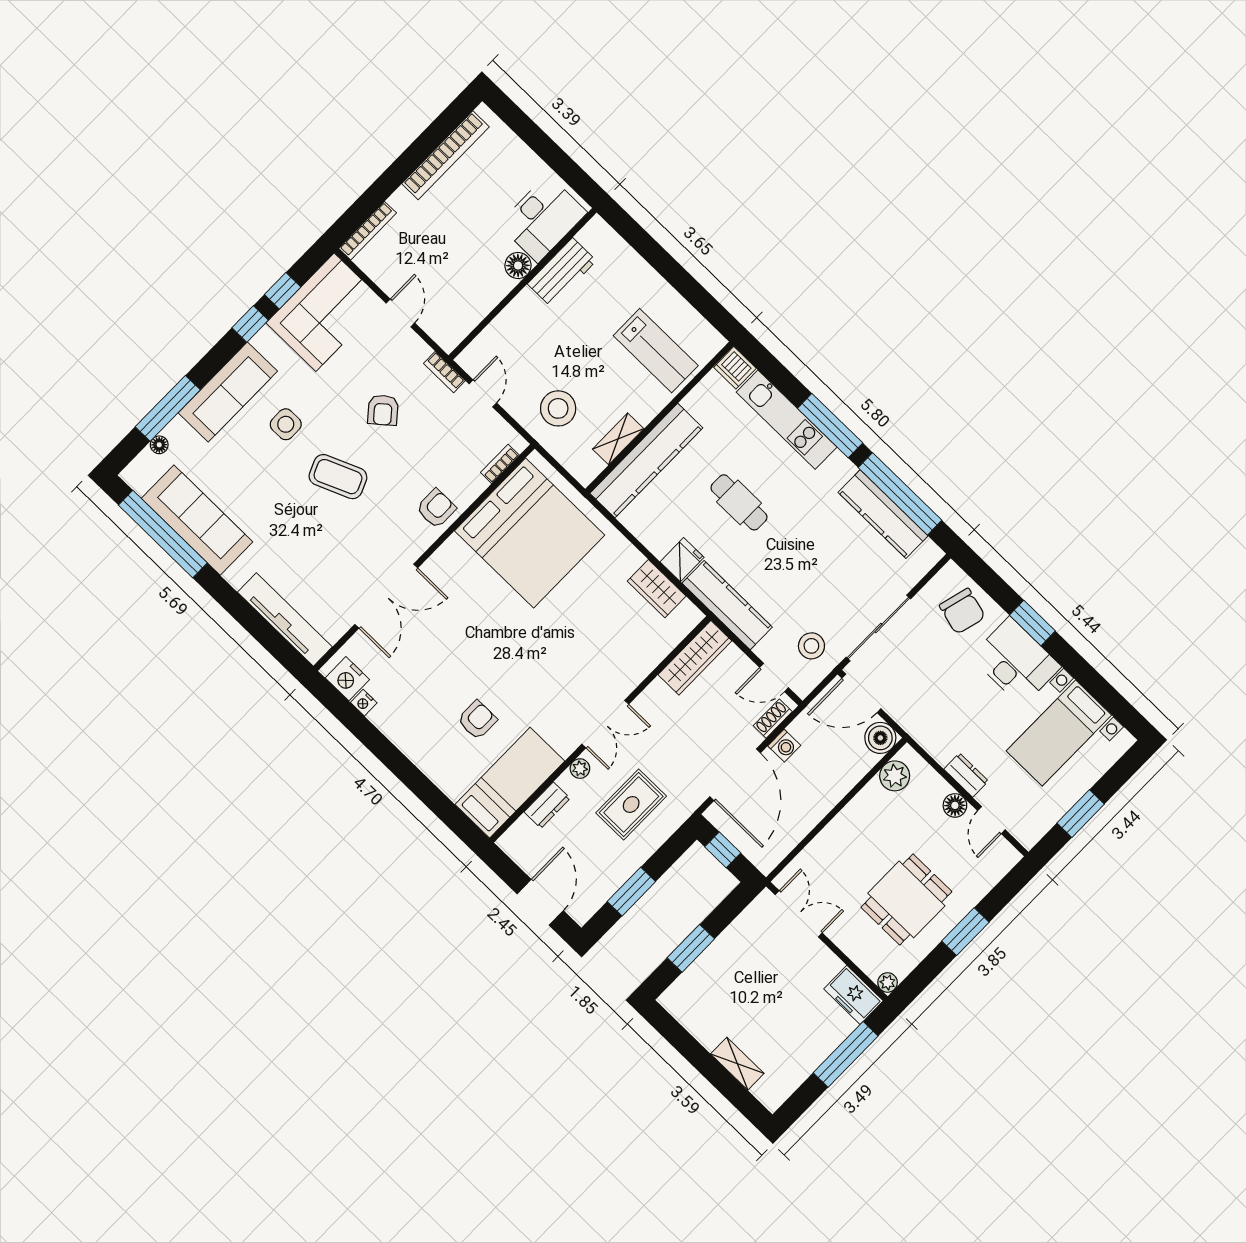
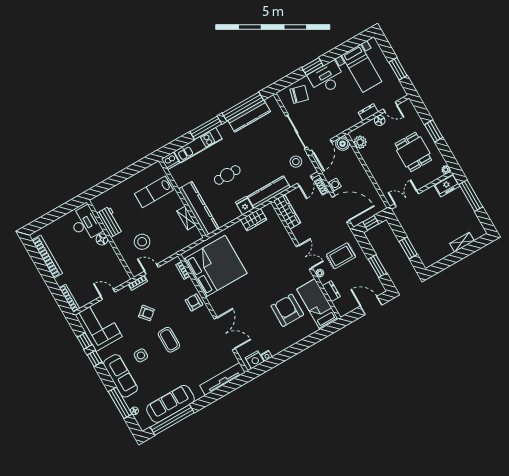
lab bench: (656, 351) -> (154, 192), turned 180
stool: (558, 408) -> (142, 242), moved
coffee table: (338, 477) -> (169, 340), turned -67
armchair: (477, 720) -> (287, 310), width x1.88, depth x1.88
rug: (631, 805) -> (341, 256), turned 90

